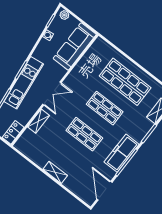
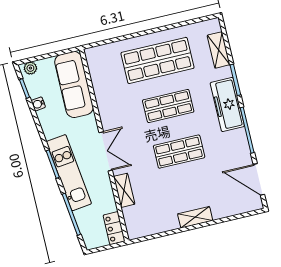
freezer: (122, 153) -> (227, 105), moved

